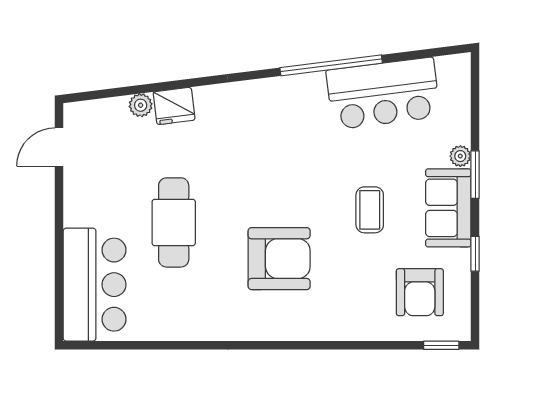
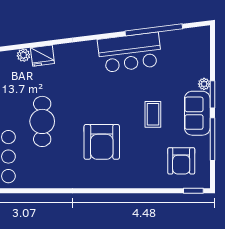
window: (331, 65) -> (154, 30), moved
bar counter: (383, 93) -> (130, 52), moved
window: (475, 254) -> (212, 139), width x2.17
armchair: (279, 259) -> (102, 142), turned 90

